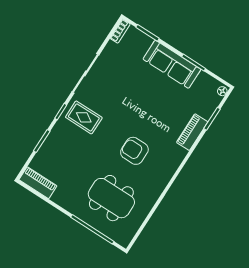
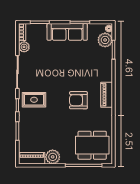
plant: (111, 49) -> (24, 47), added
plant: (209, 101) -> (105, 40), added
piano: (192, 132) -> (107, 95), moved
plant: (63, 197) -> (53, 157), added
dining table: (111, 198) -> (92, 145), moved

